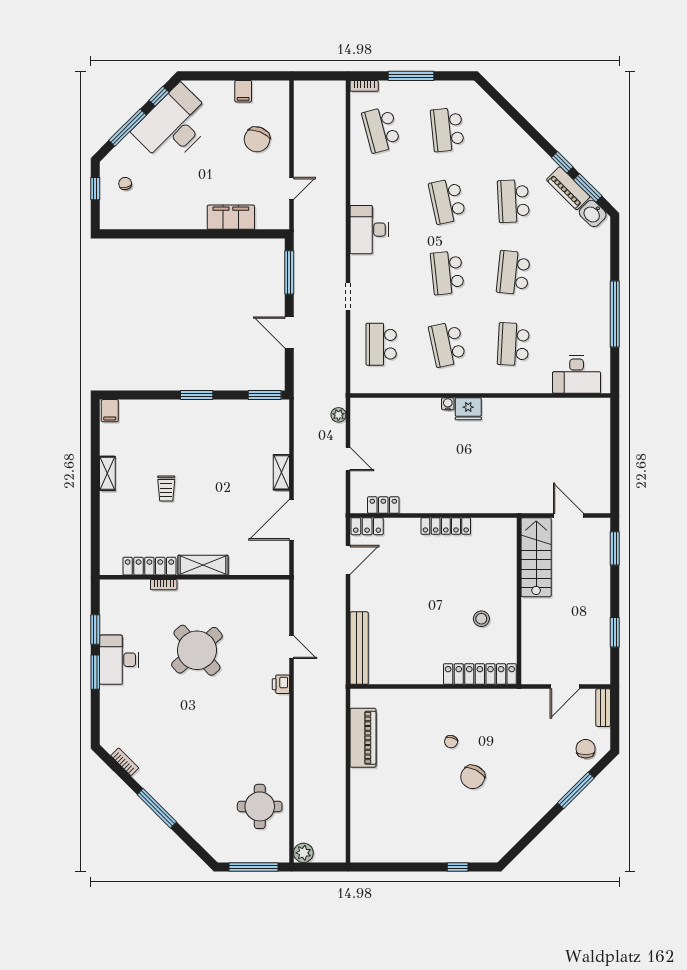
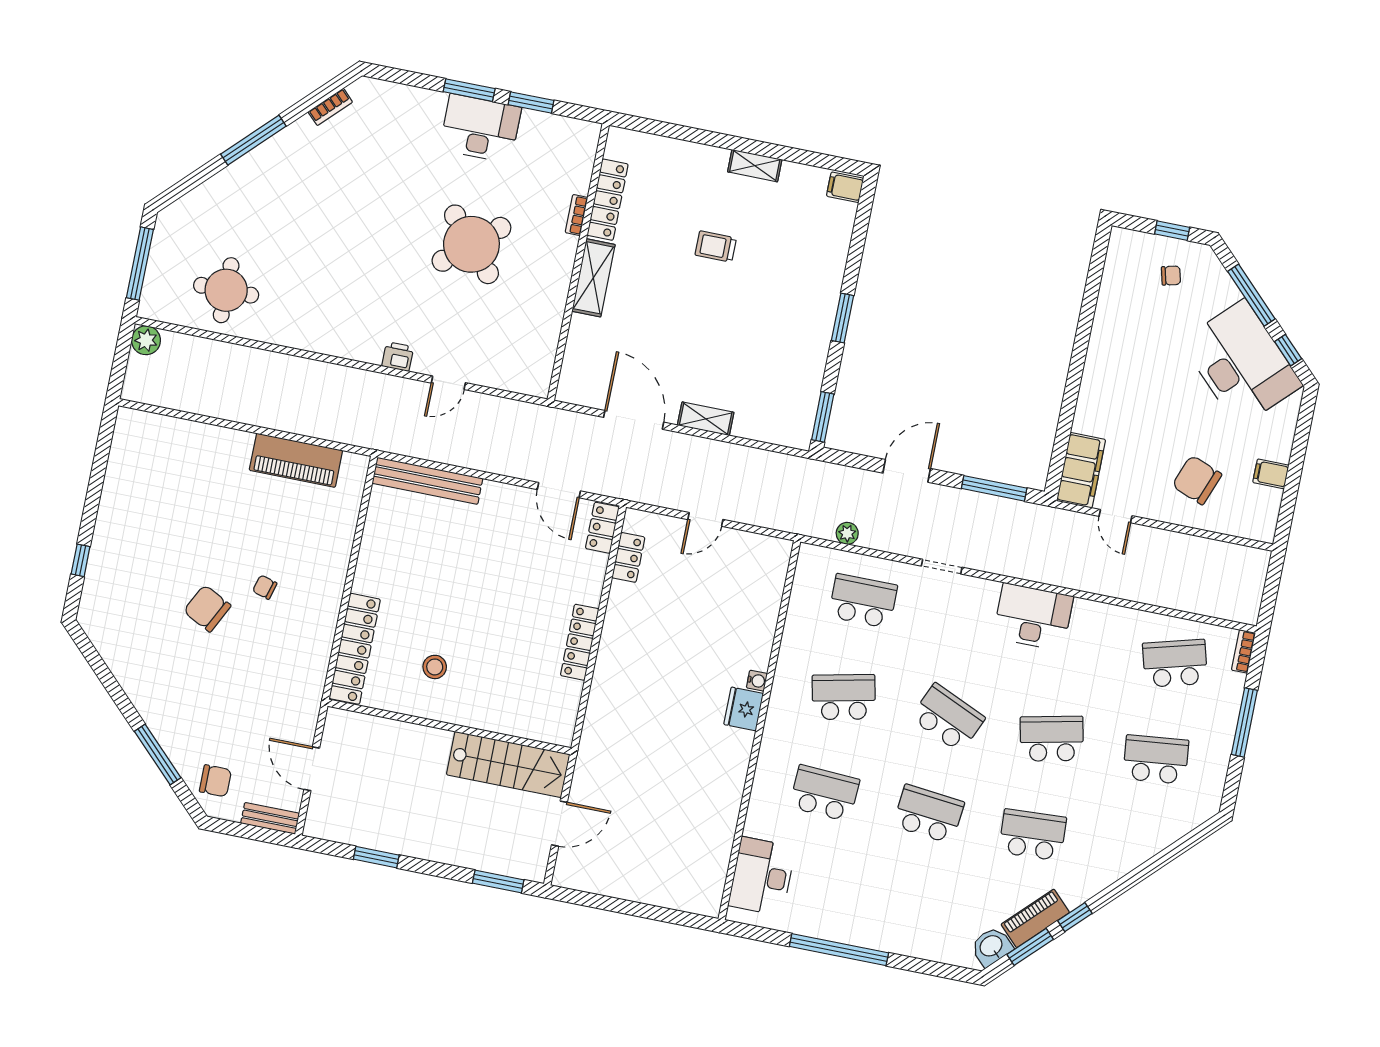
filing cabinet: (231, 217) -> (1081, 470), moved
school desk: (447, 273) -> (948, 718), turned 30
plant: (338, 415) -> (847, 533), moved

